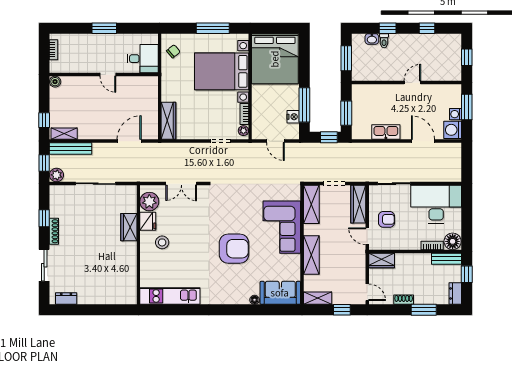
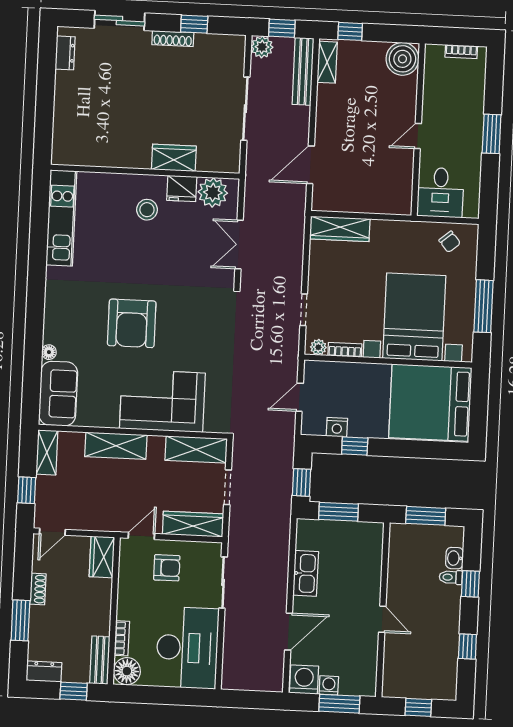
boiler: (55, 82) -> (402, 59), width x1.86, depth x1.86
window: (304, 105) -> (355, 446), width x0.46
door: (129, 141) -> (311, 165), swing flipped
armchair: (386, 219) -> (167, 568), turned -90

